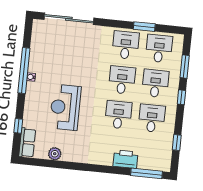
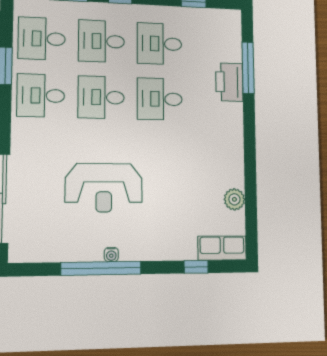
reception desk: (65, 107) -> (104, 188), moved
window: (146, 173) -> (248, 68), moved

